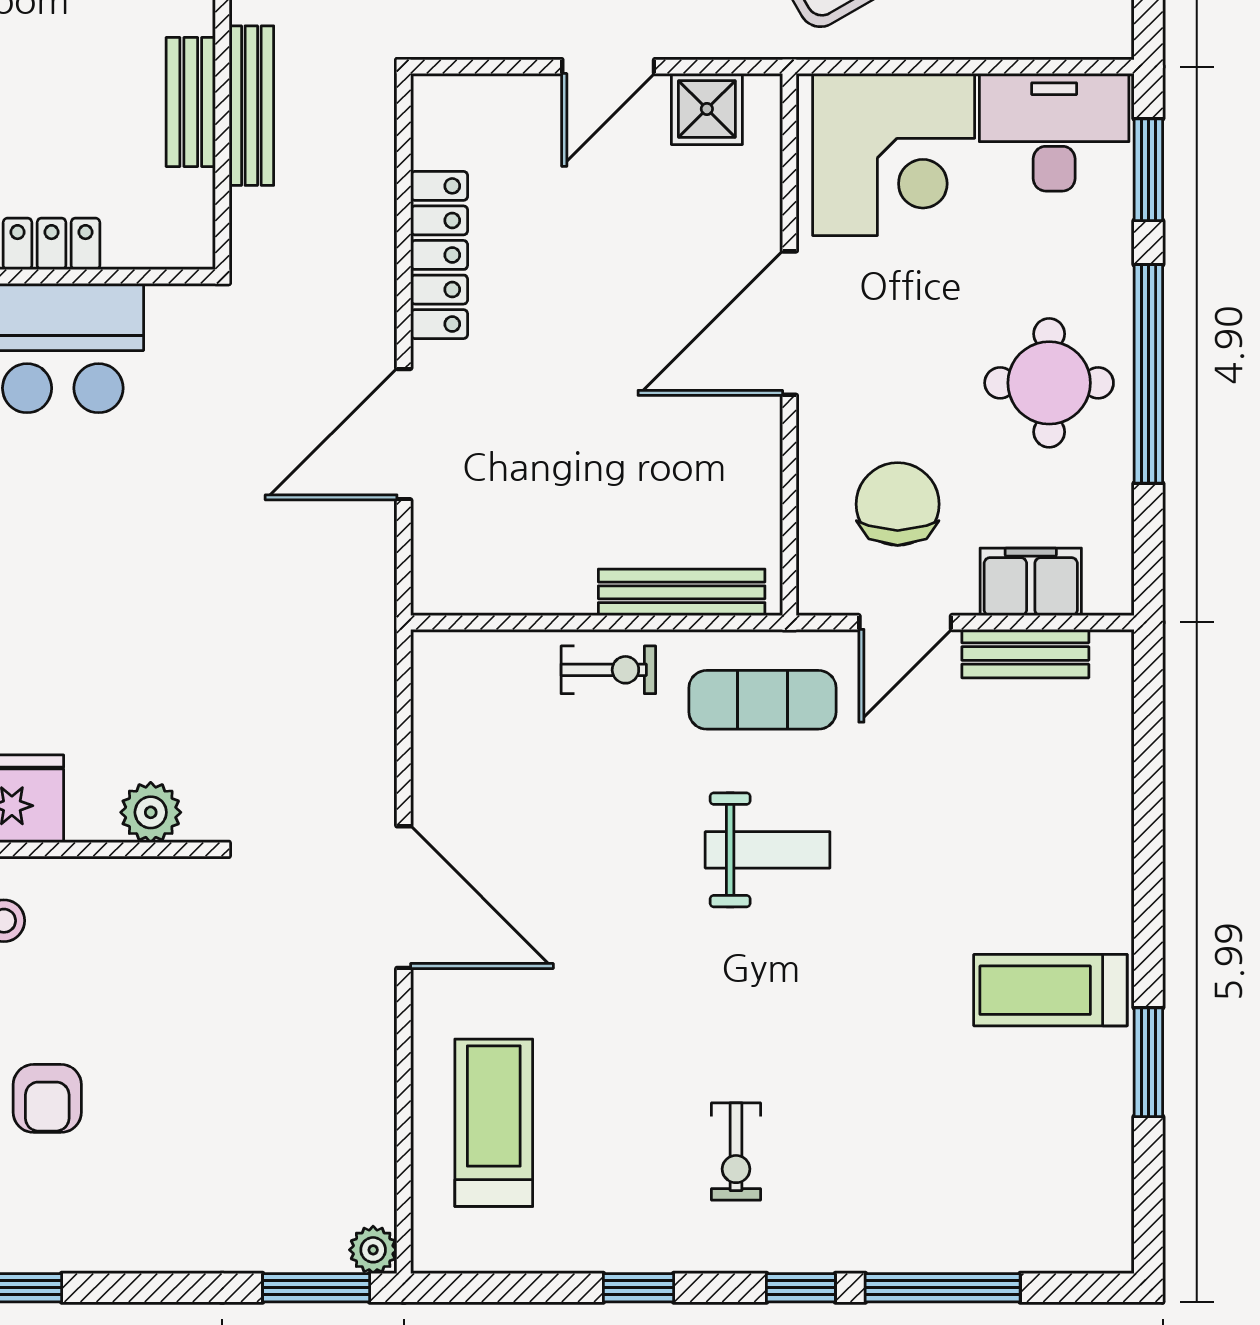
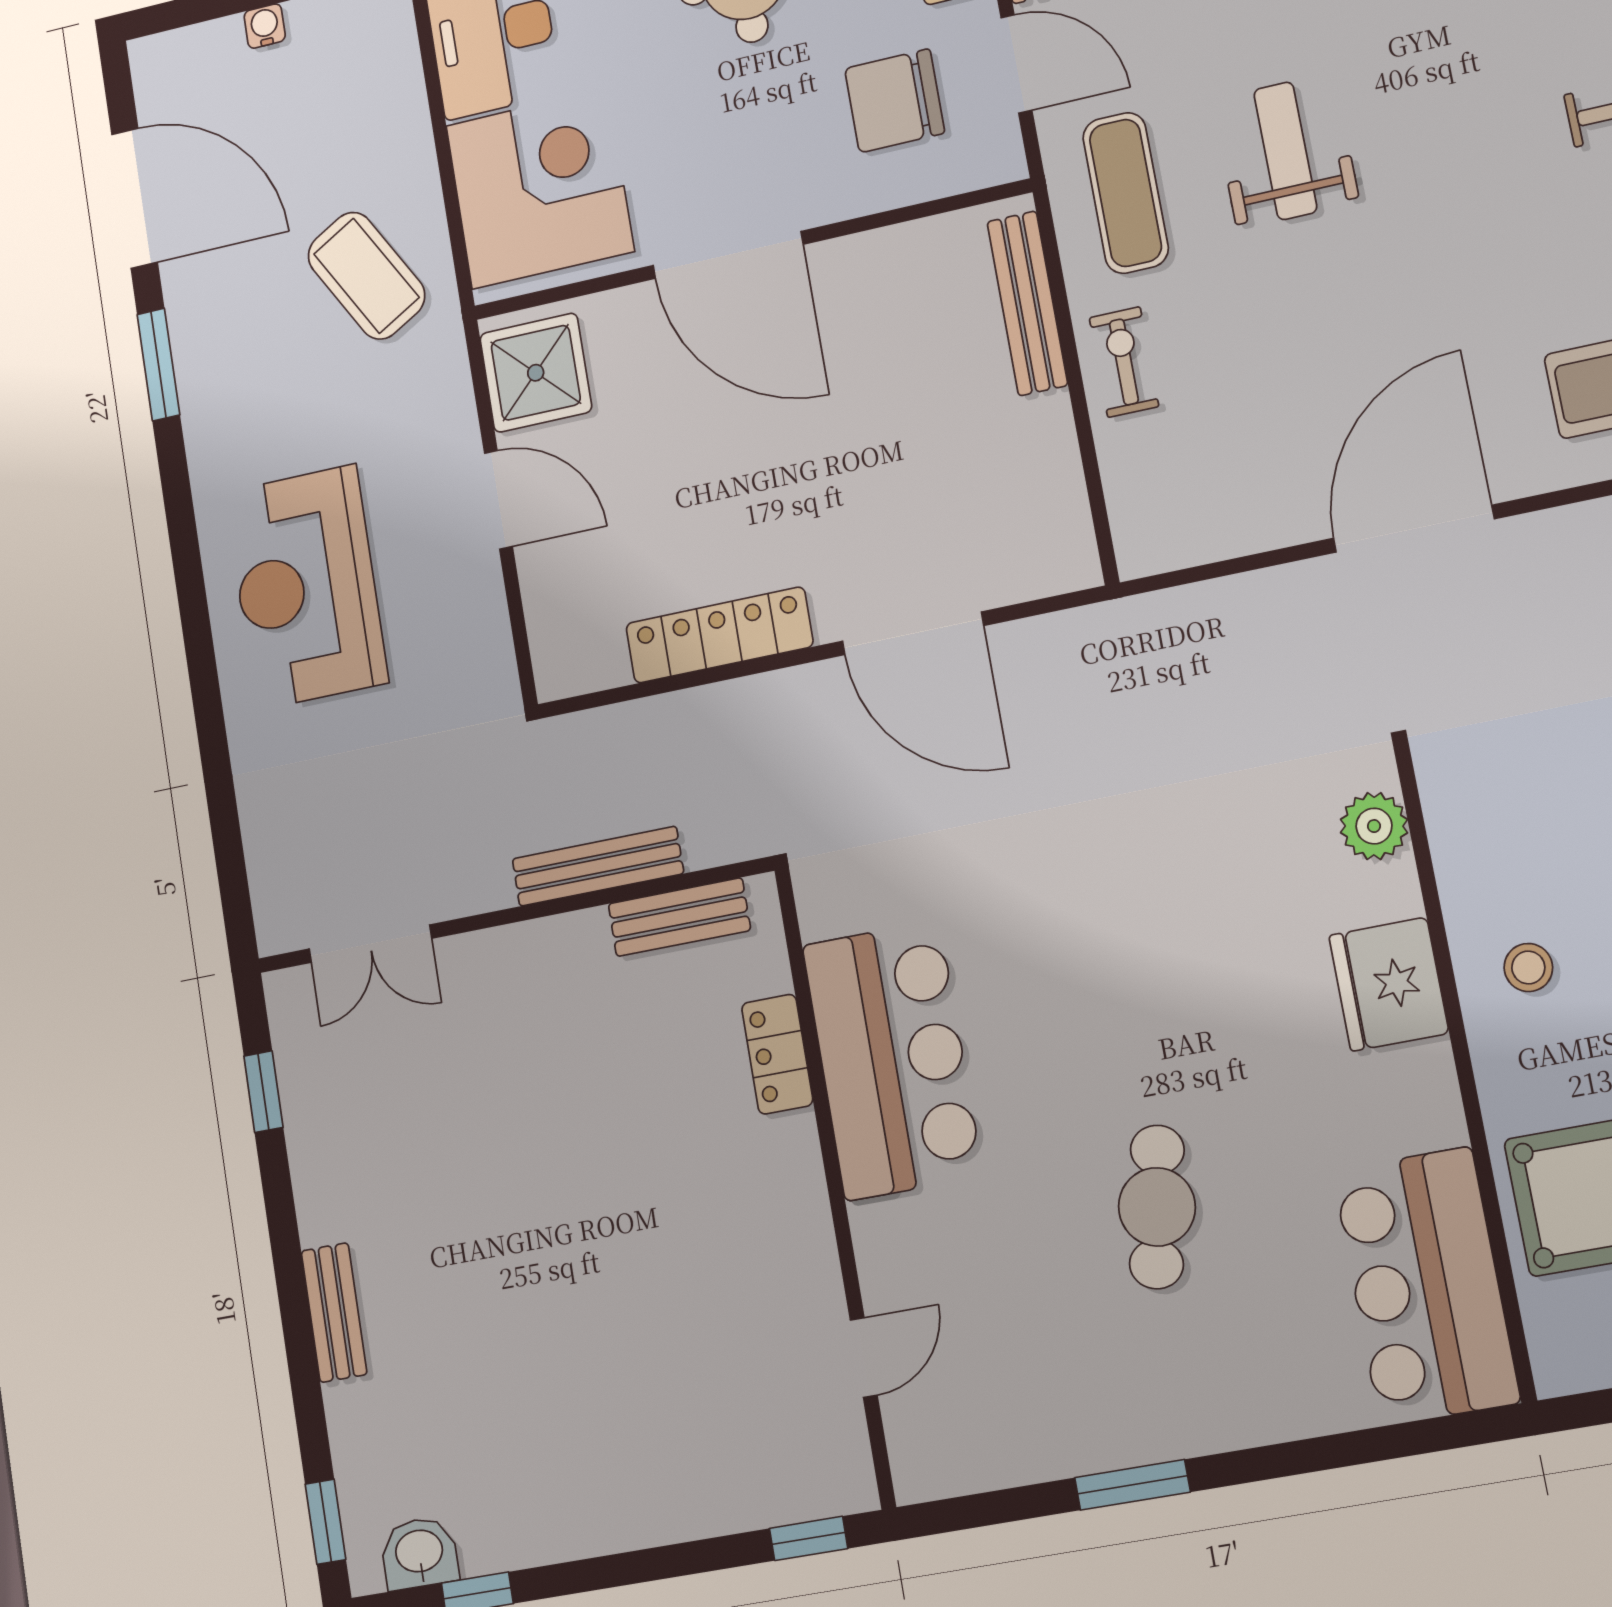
bench: (191, 102) -> (679, 917), moved
shower: (707, 109) -> (536, 373), width x1.36, depth x1.36

